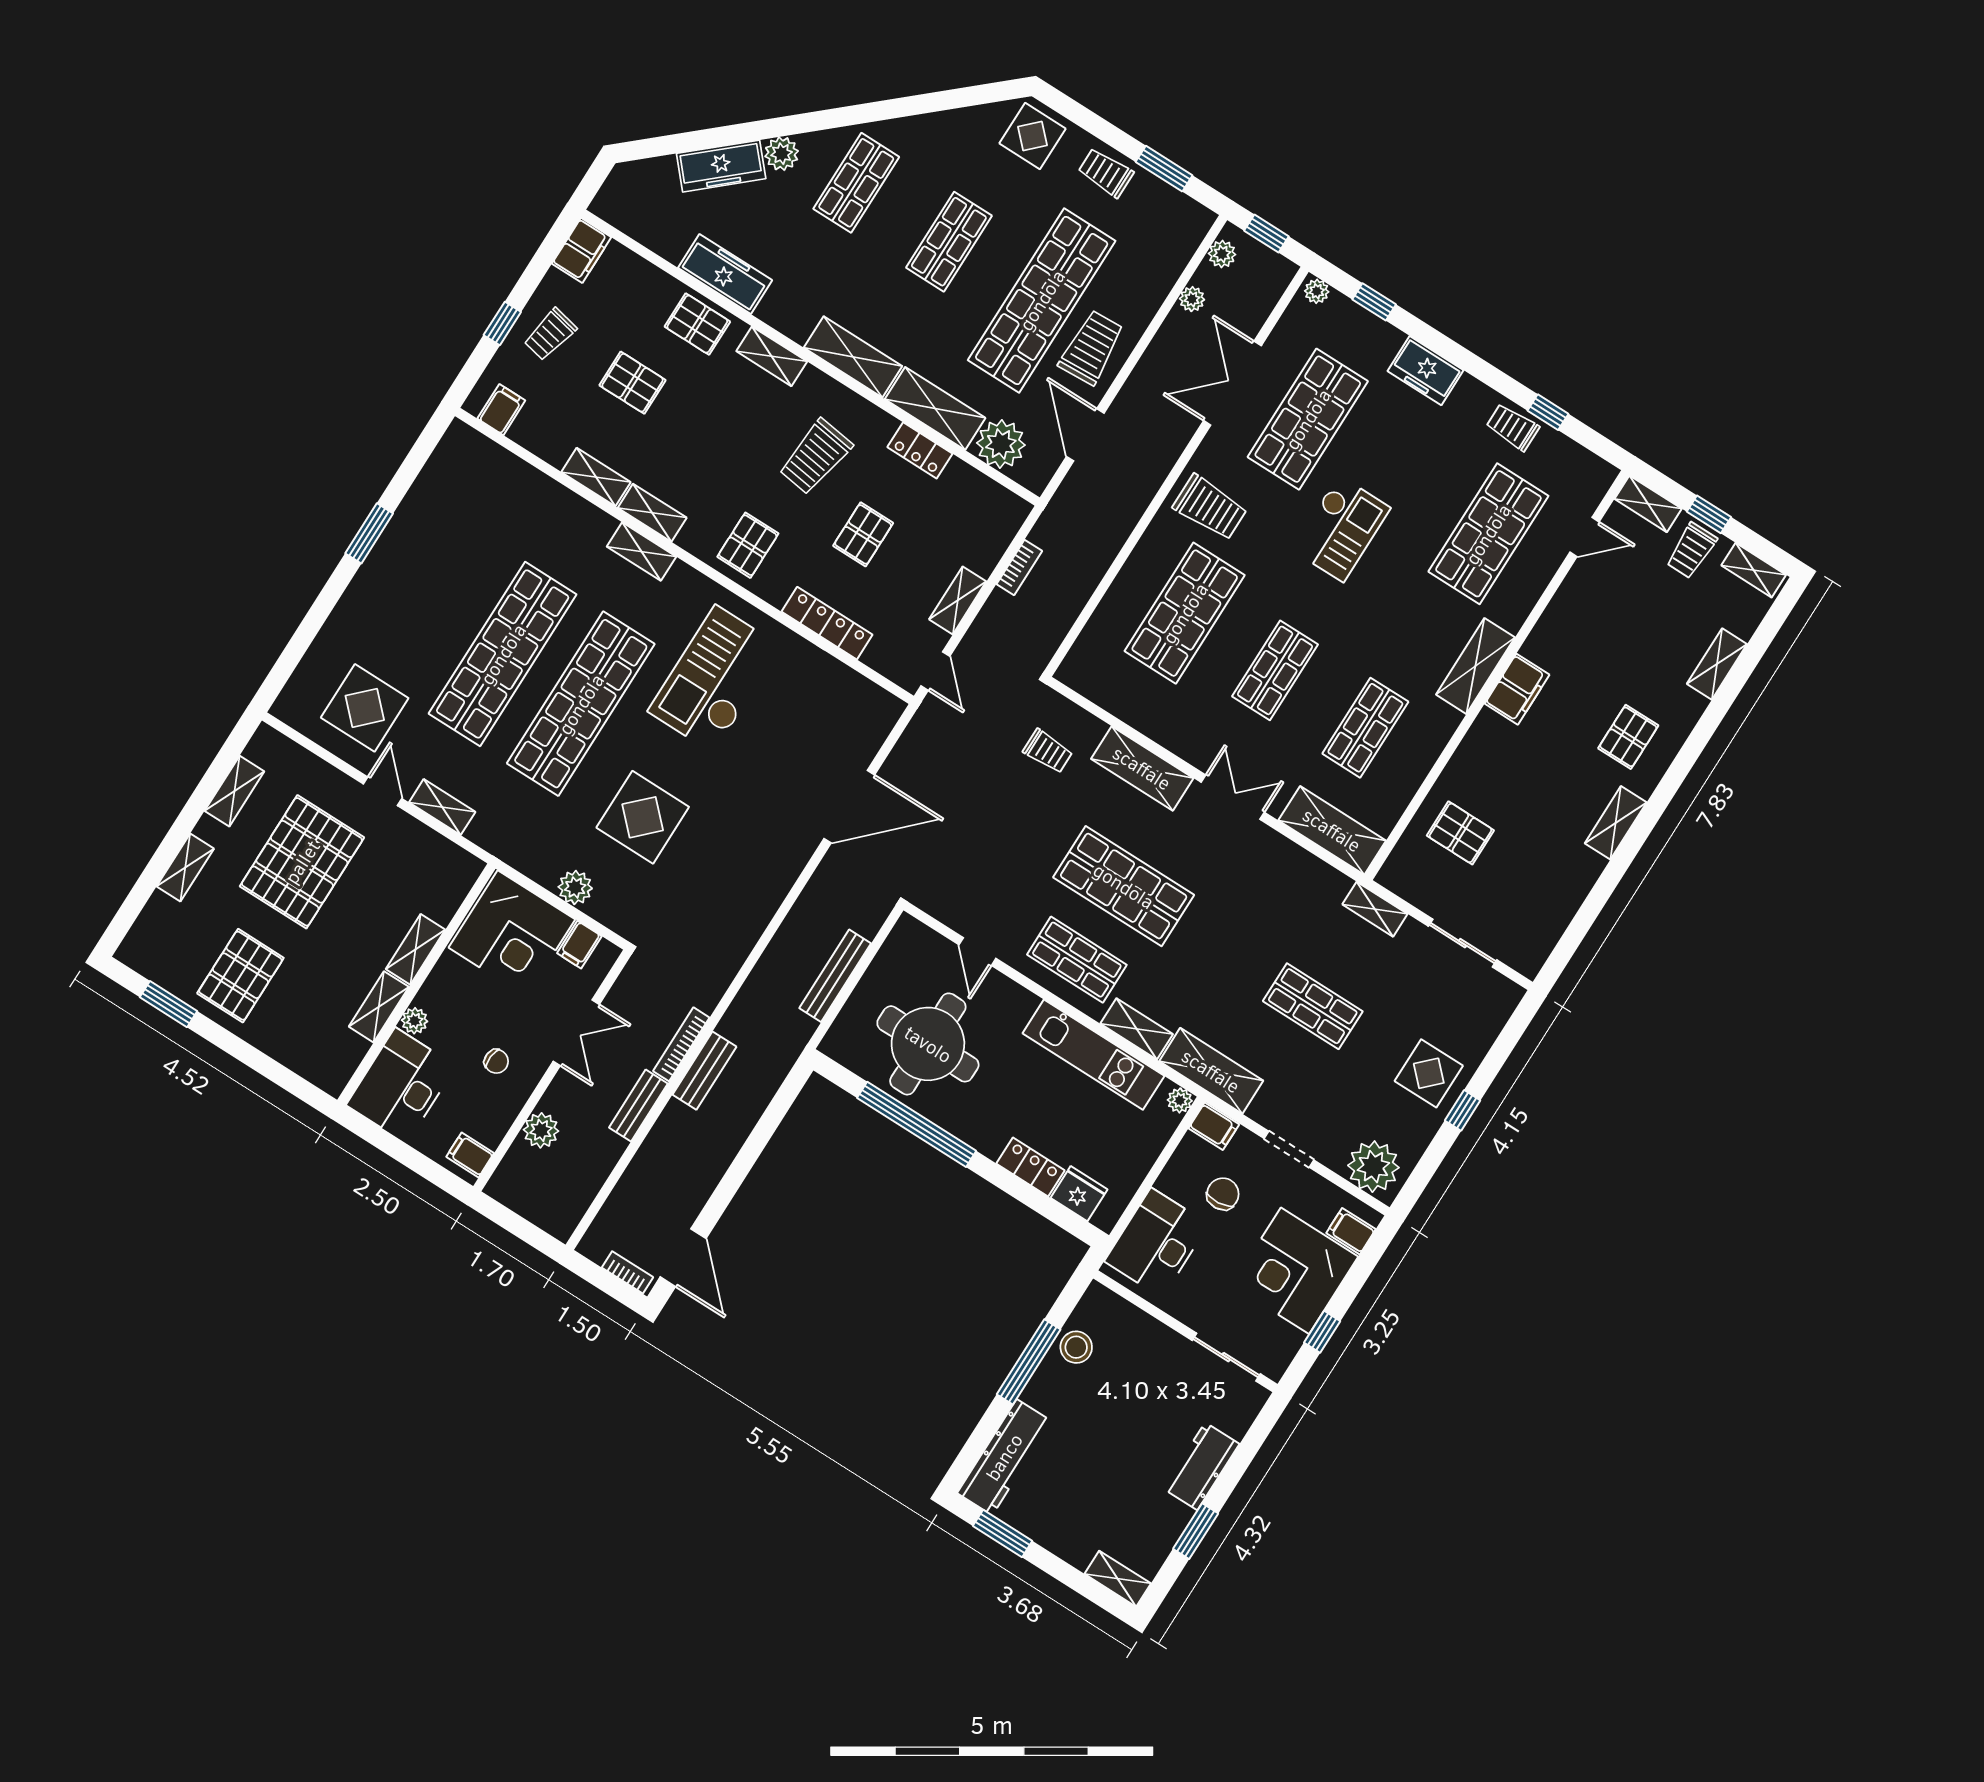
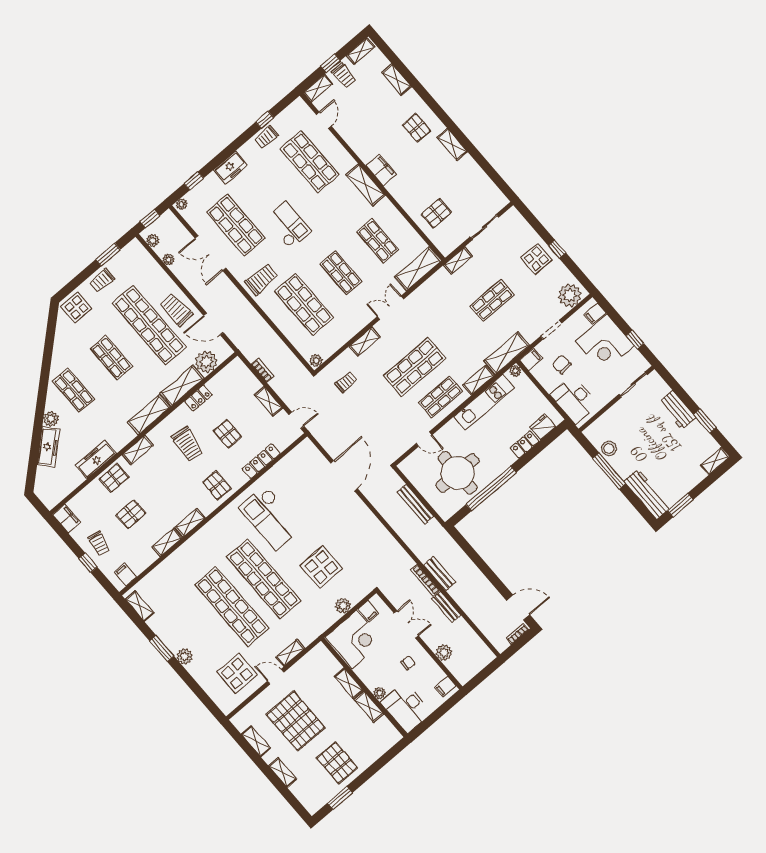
shelving: (641, 552) -> (140, 606), moved, turned 90
plant: (367, 587) -> (185, 656), added
plant: (1074, 674) -> (316, 361), added
shelving: (1142, 768) -> (365, 342), width x0.67, depth x0.75

